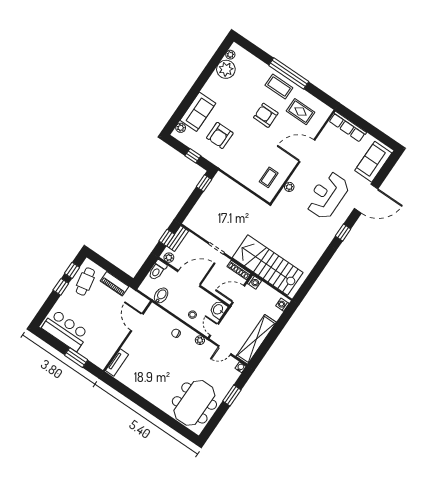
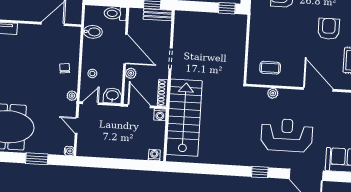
plant: (169, 258) -> (131, 73), moved
shelving: (256, 339) -> (105, 150), removed

